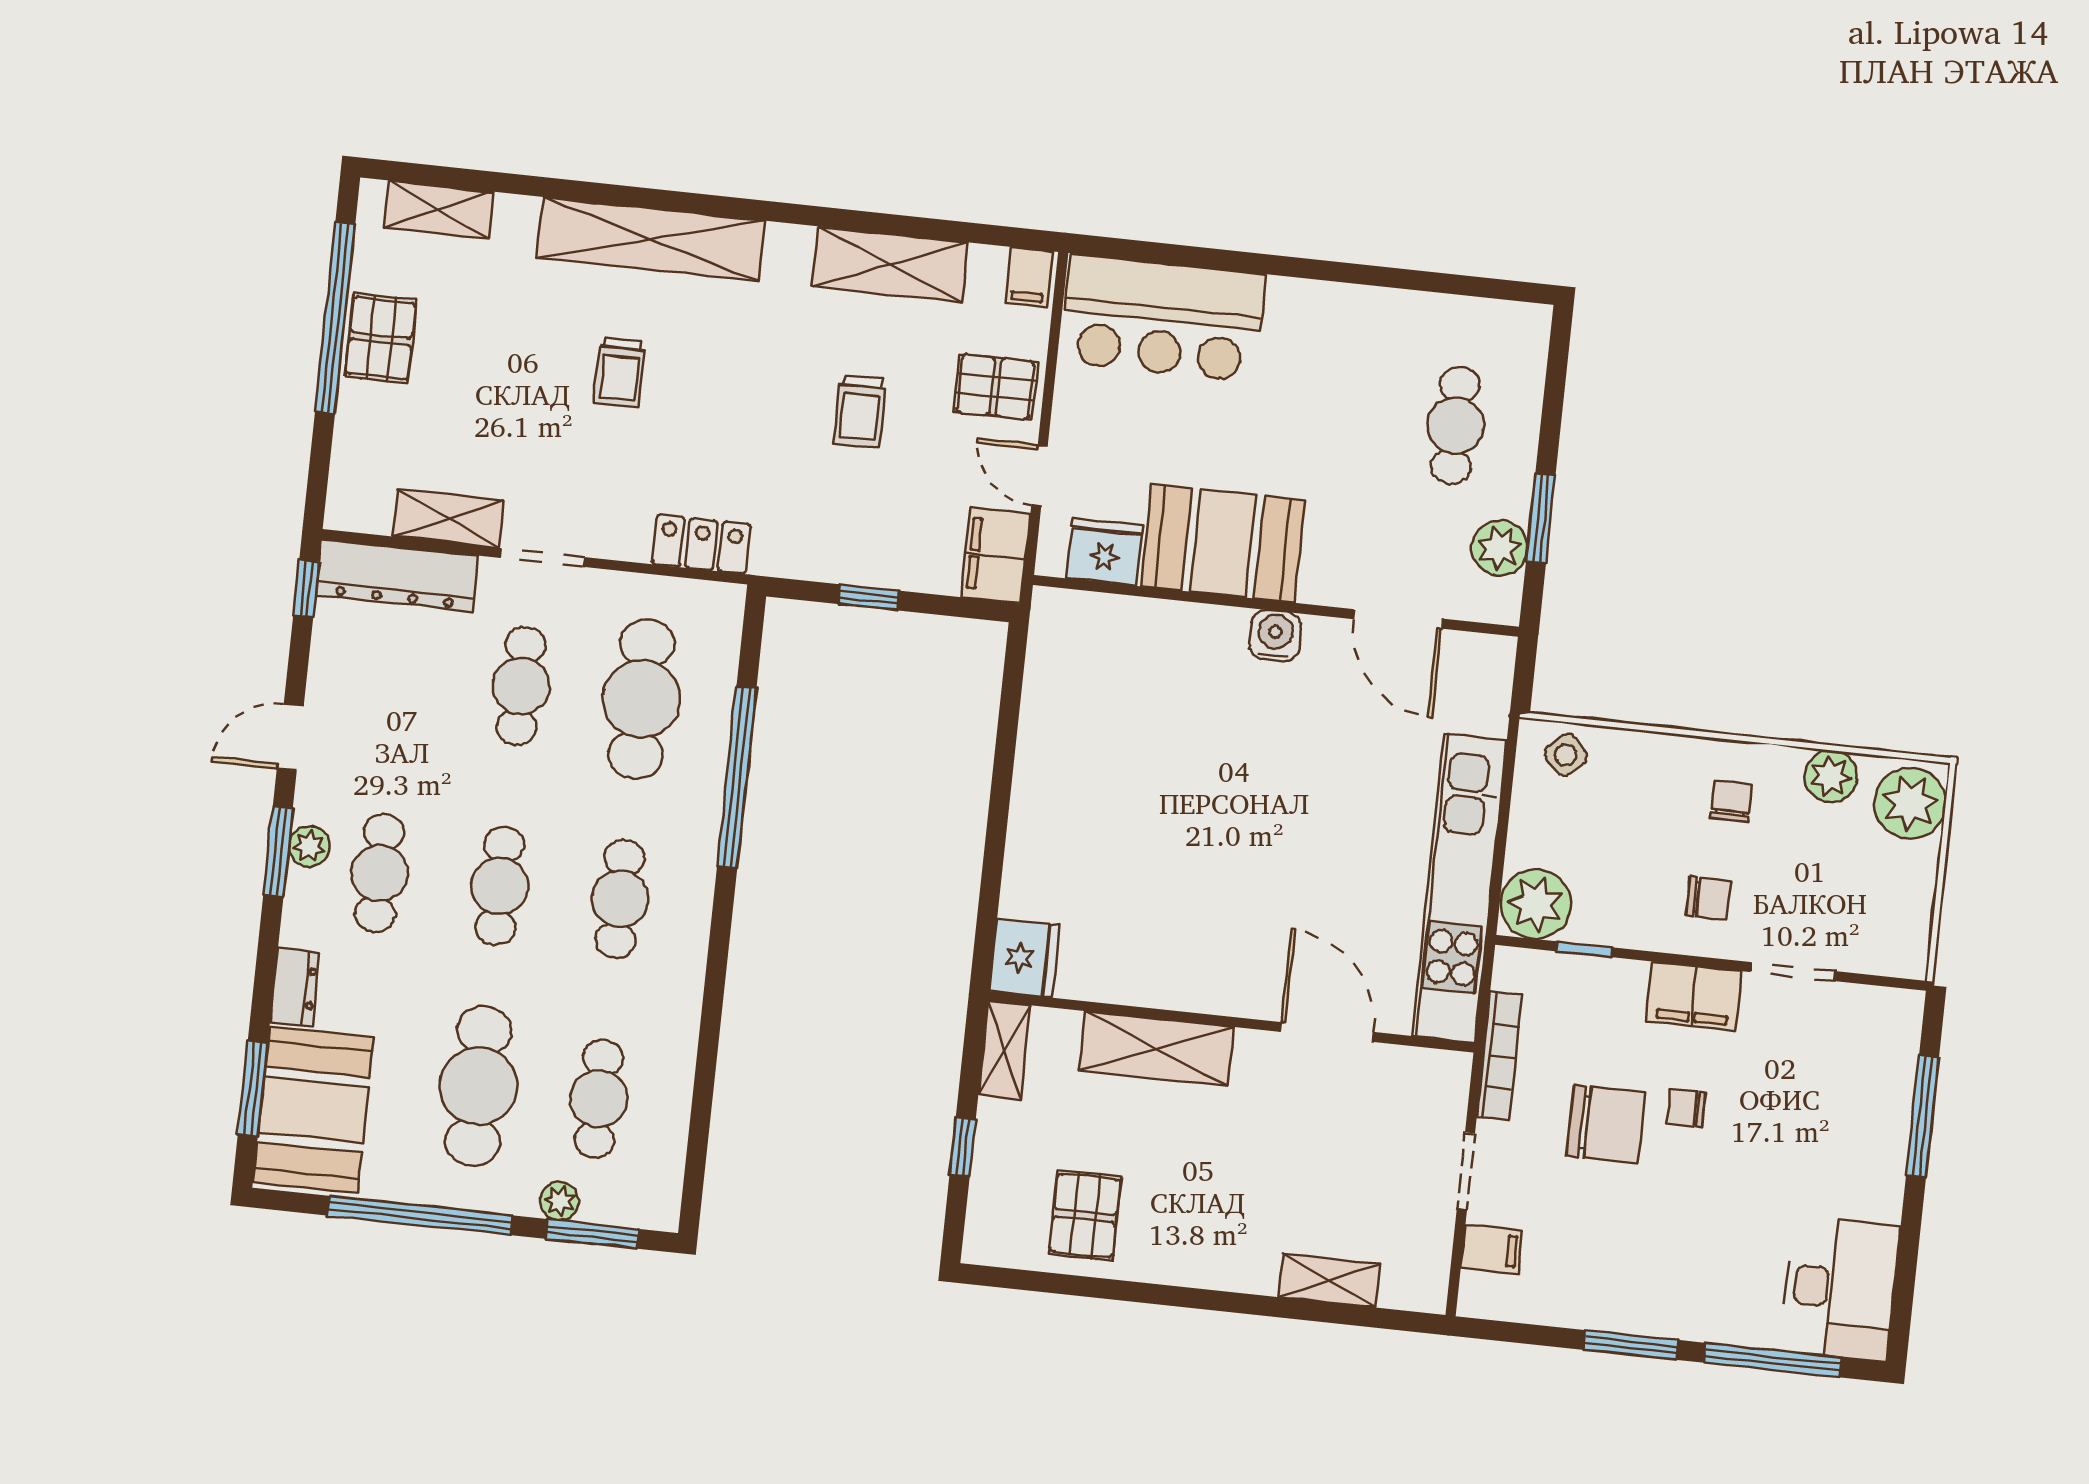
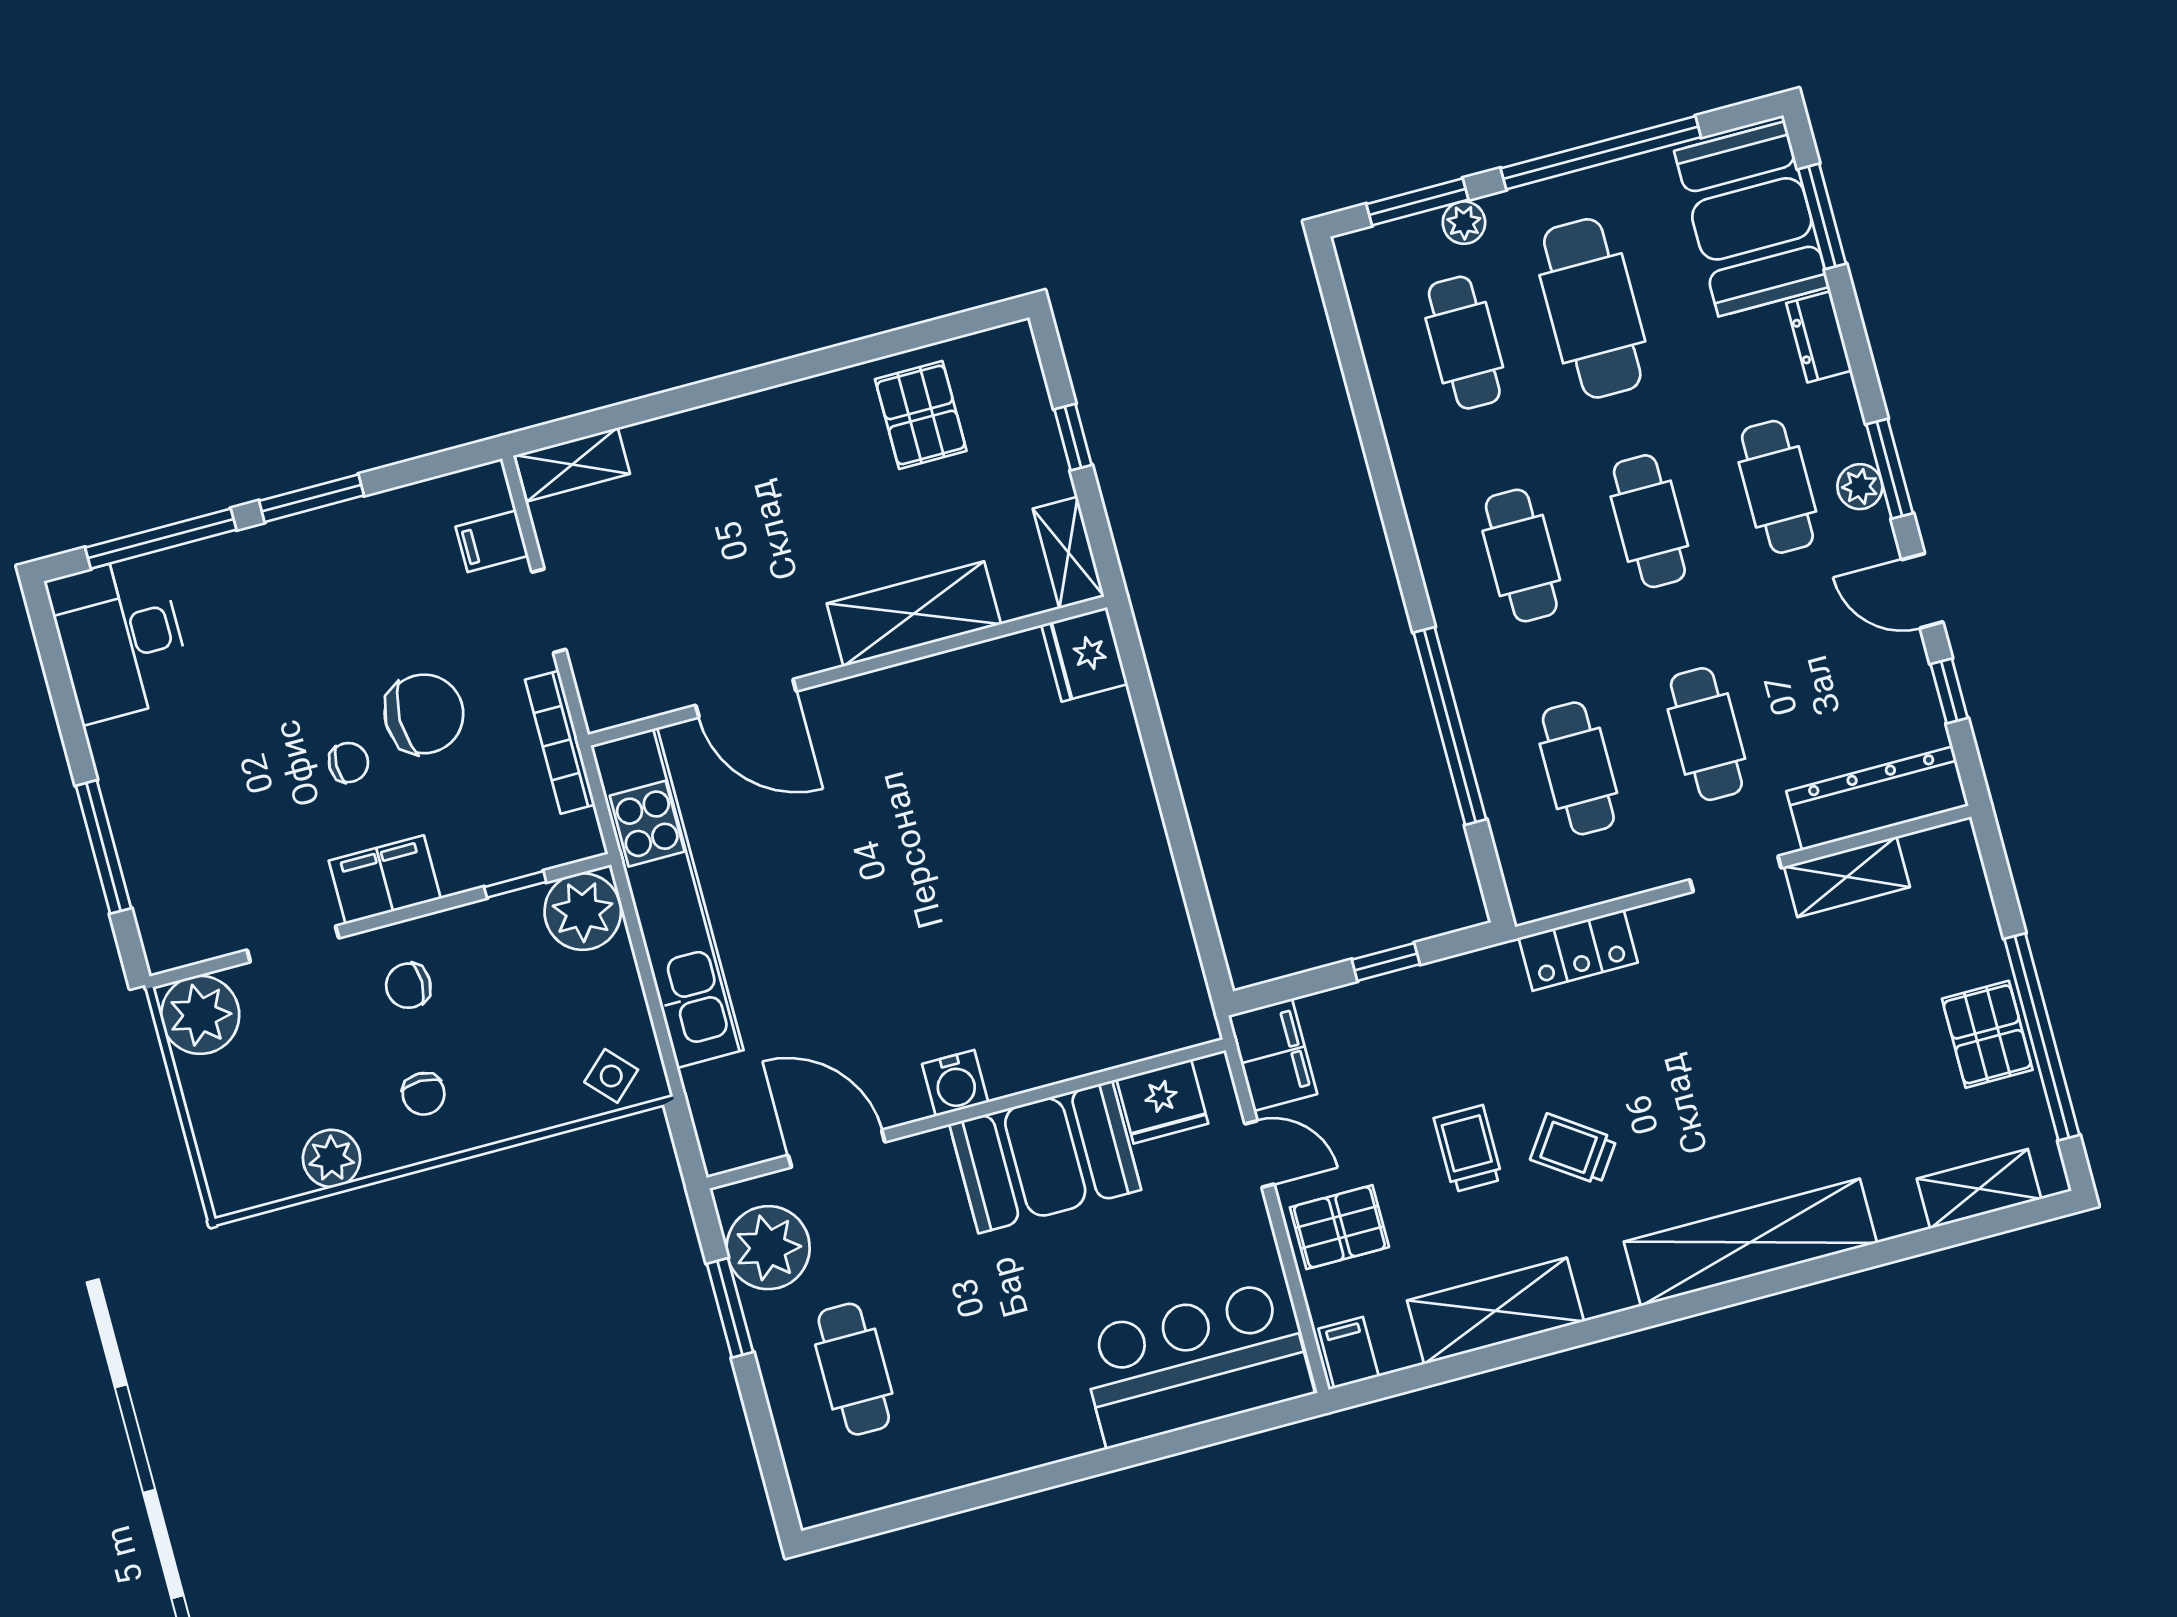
trolley: (620, 373) -> (1573, 1149), moved, turned -55
plant: (1500, 548) -> (768, 1248), width x1.36, depth x1.36
window: (306, 588) -> (1949, 691), moved
cafe table: (641, 699) -> (1578, 768), width x0.73, depth x0.74
door: (290, 737) -> (1922, 591), swing flipped
plant: (1910, 803) -> (200, 1015), moved
chair: (1606, 1124) -> (424, 714), turned 180
shelving: (1329, 1281) -> (572, 465), moved

